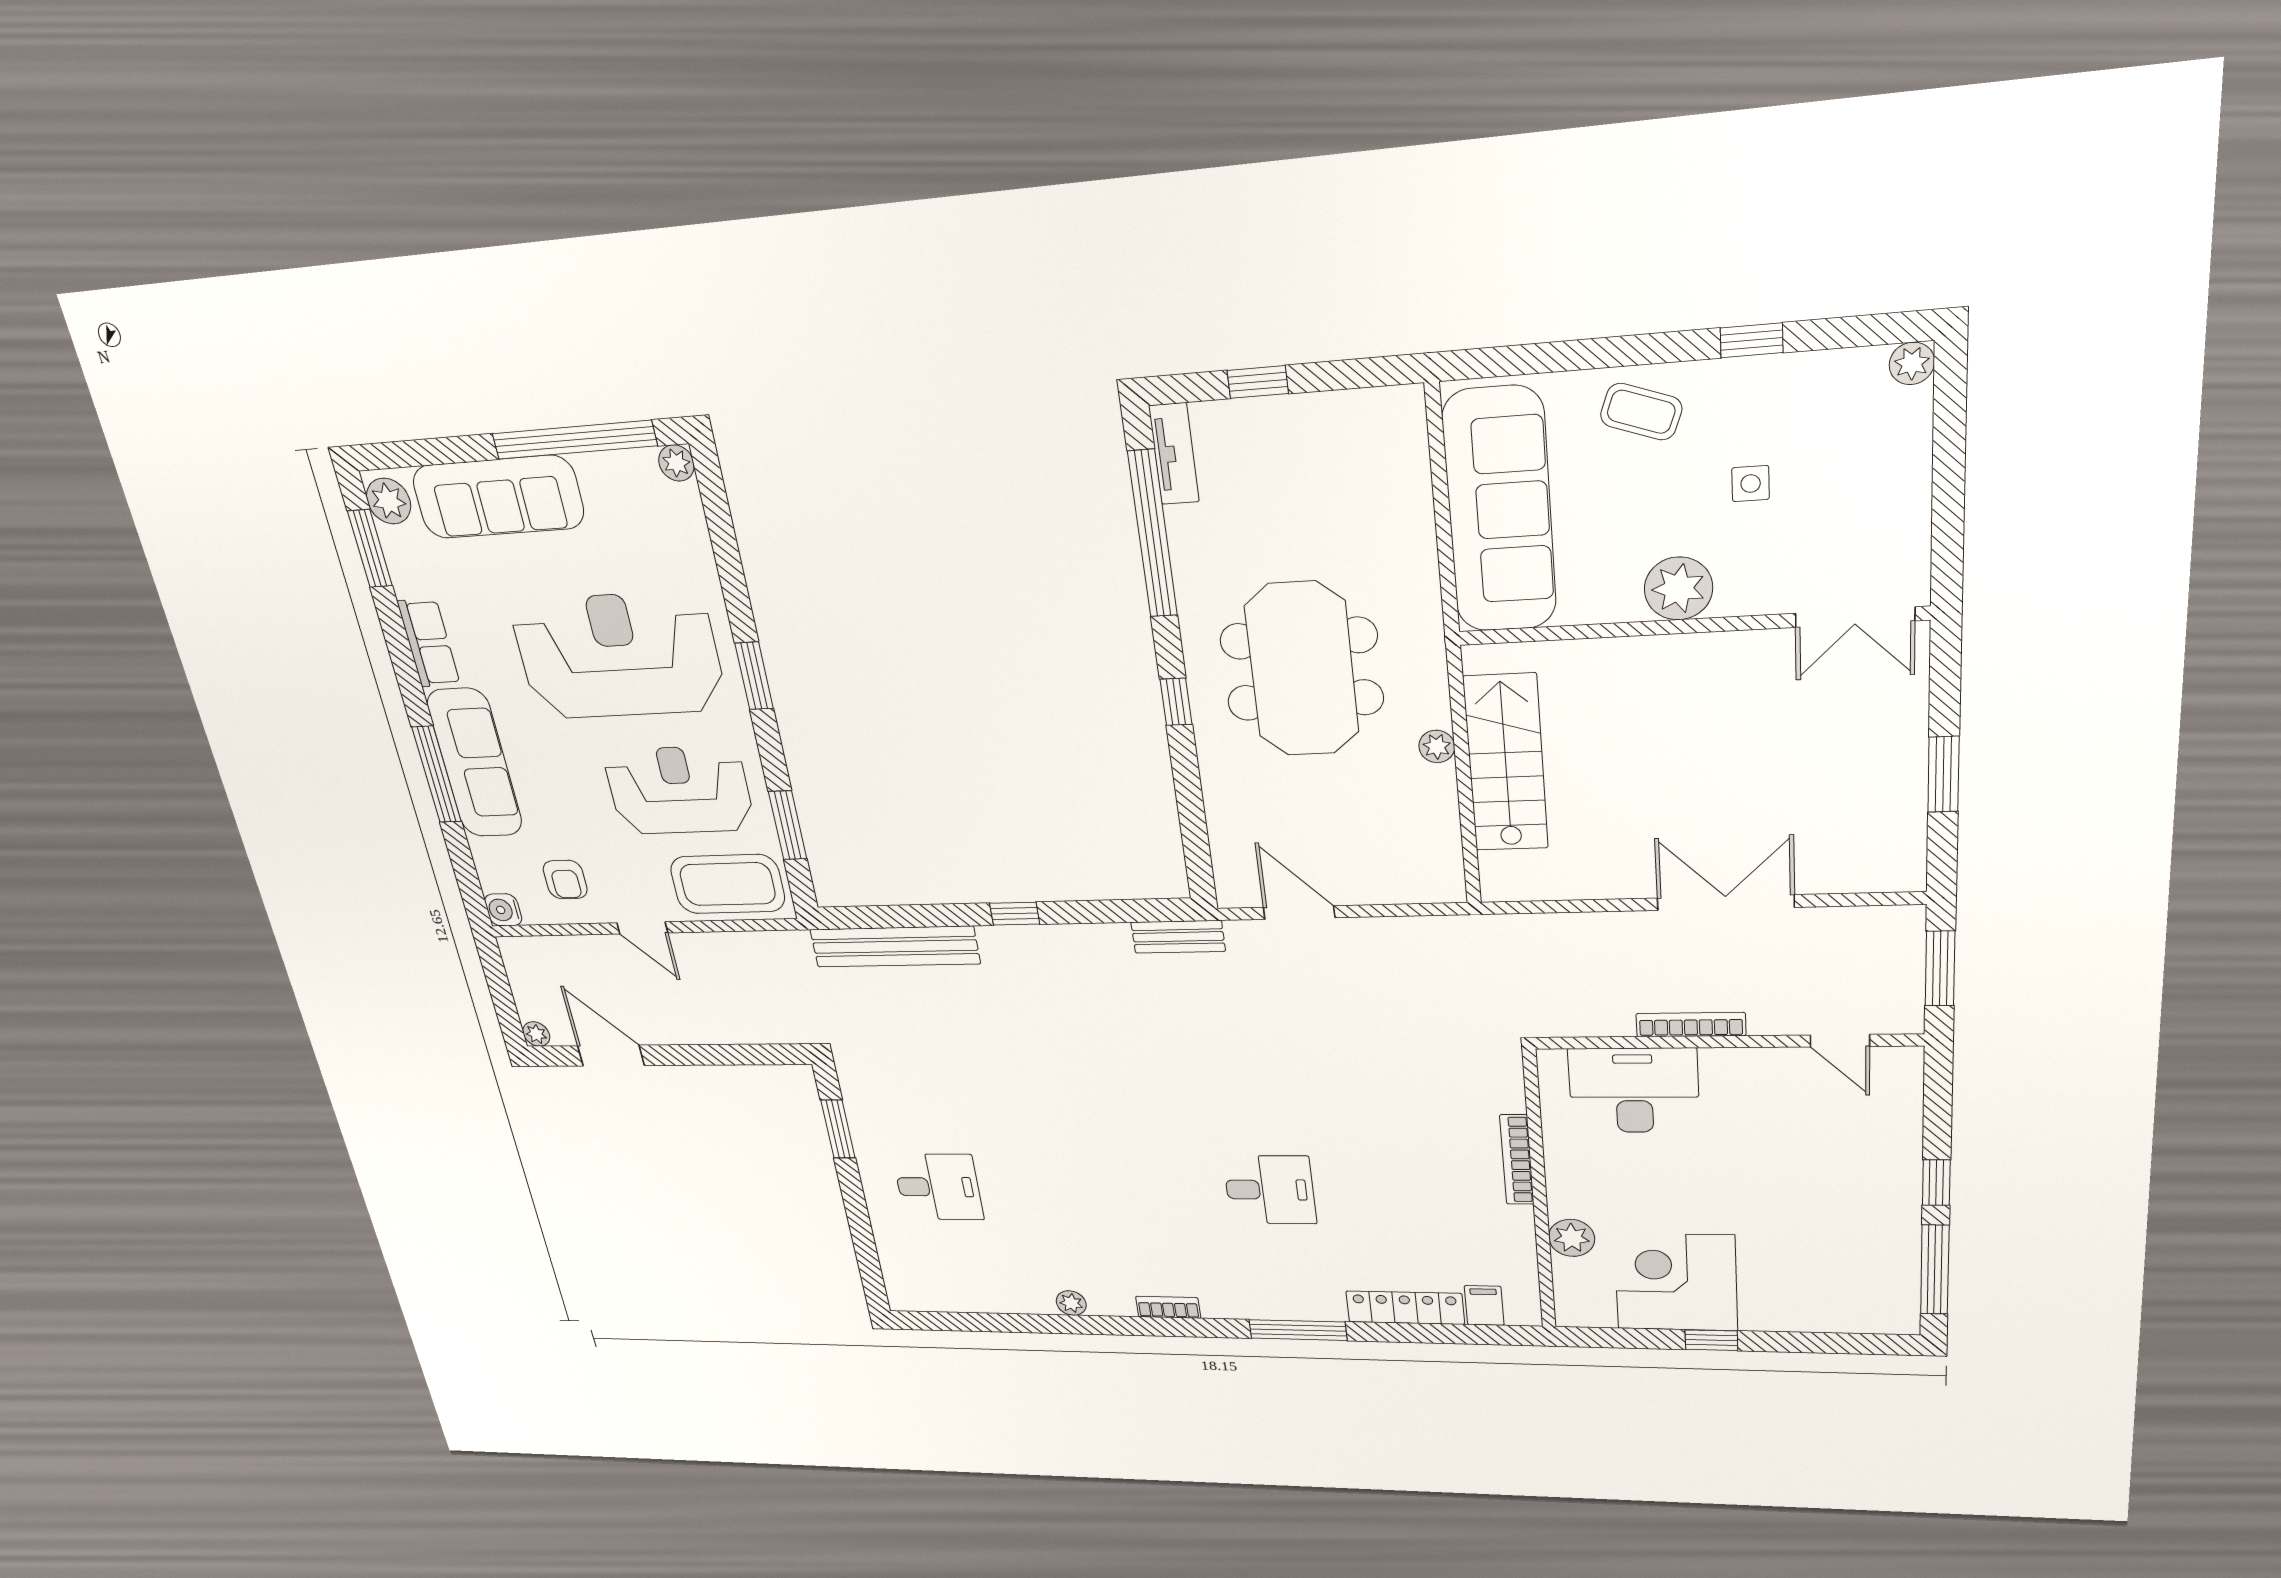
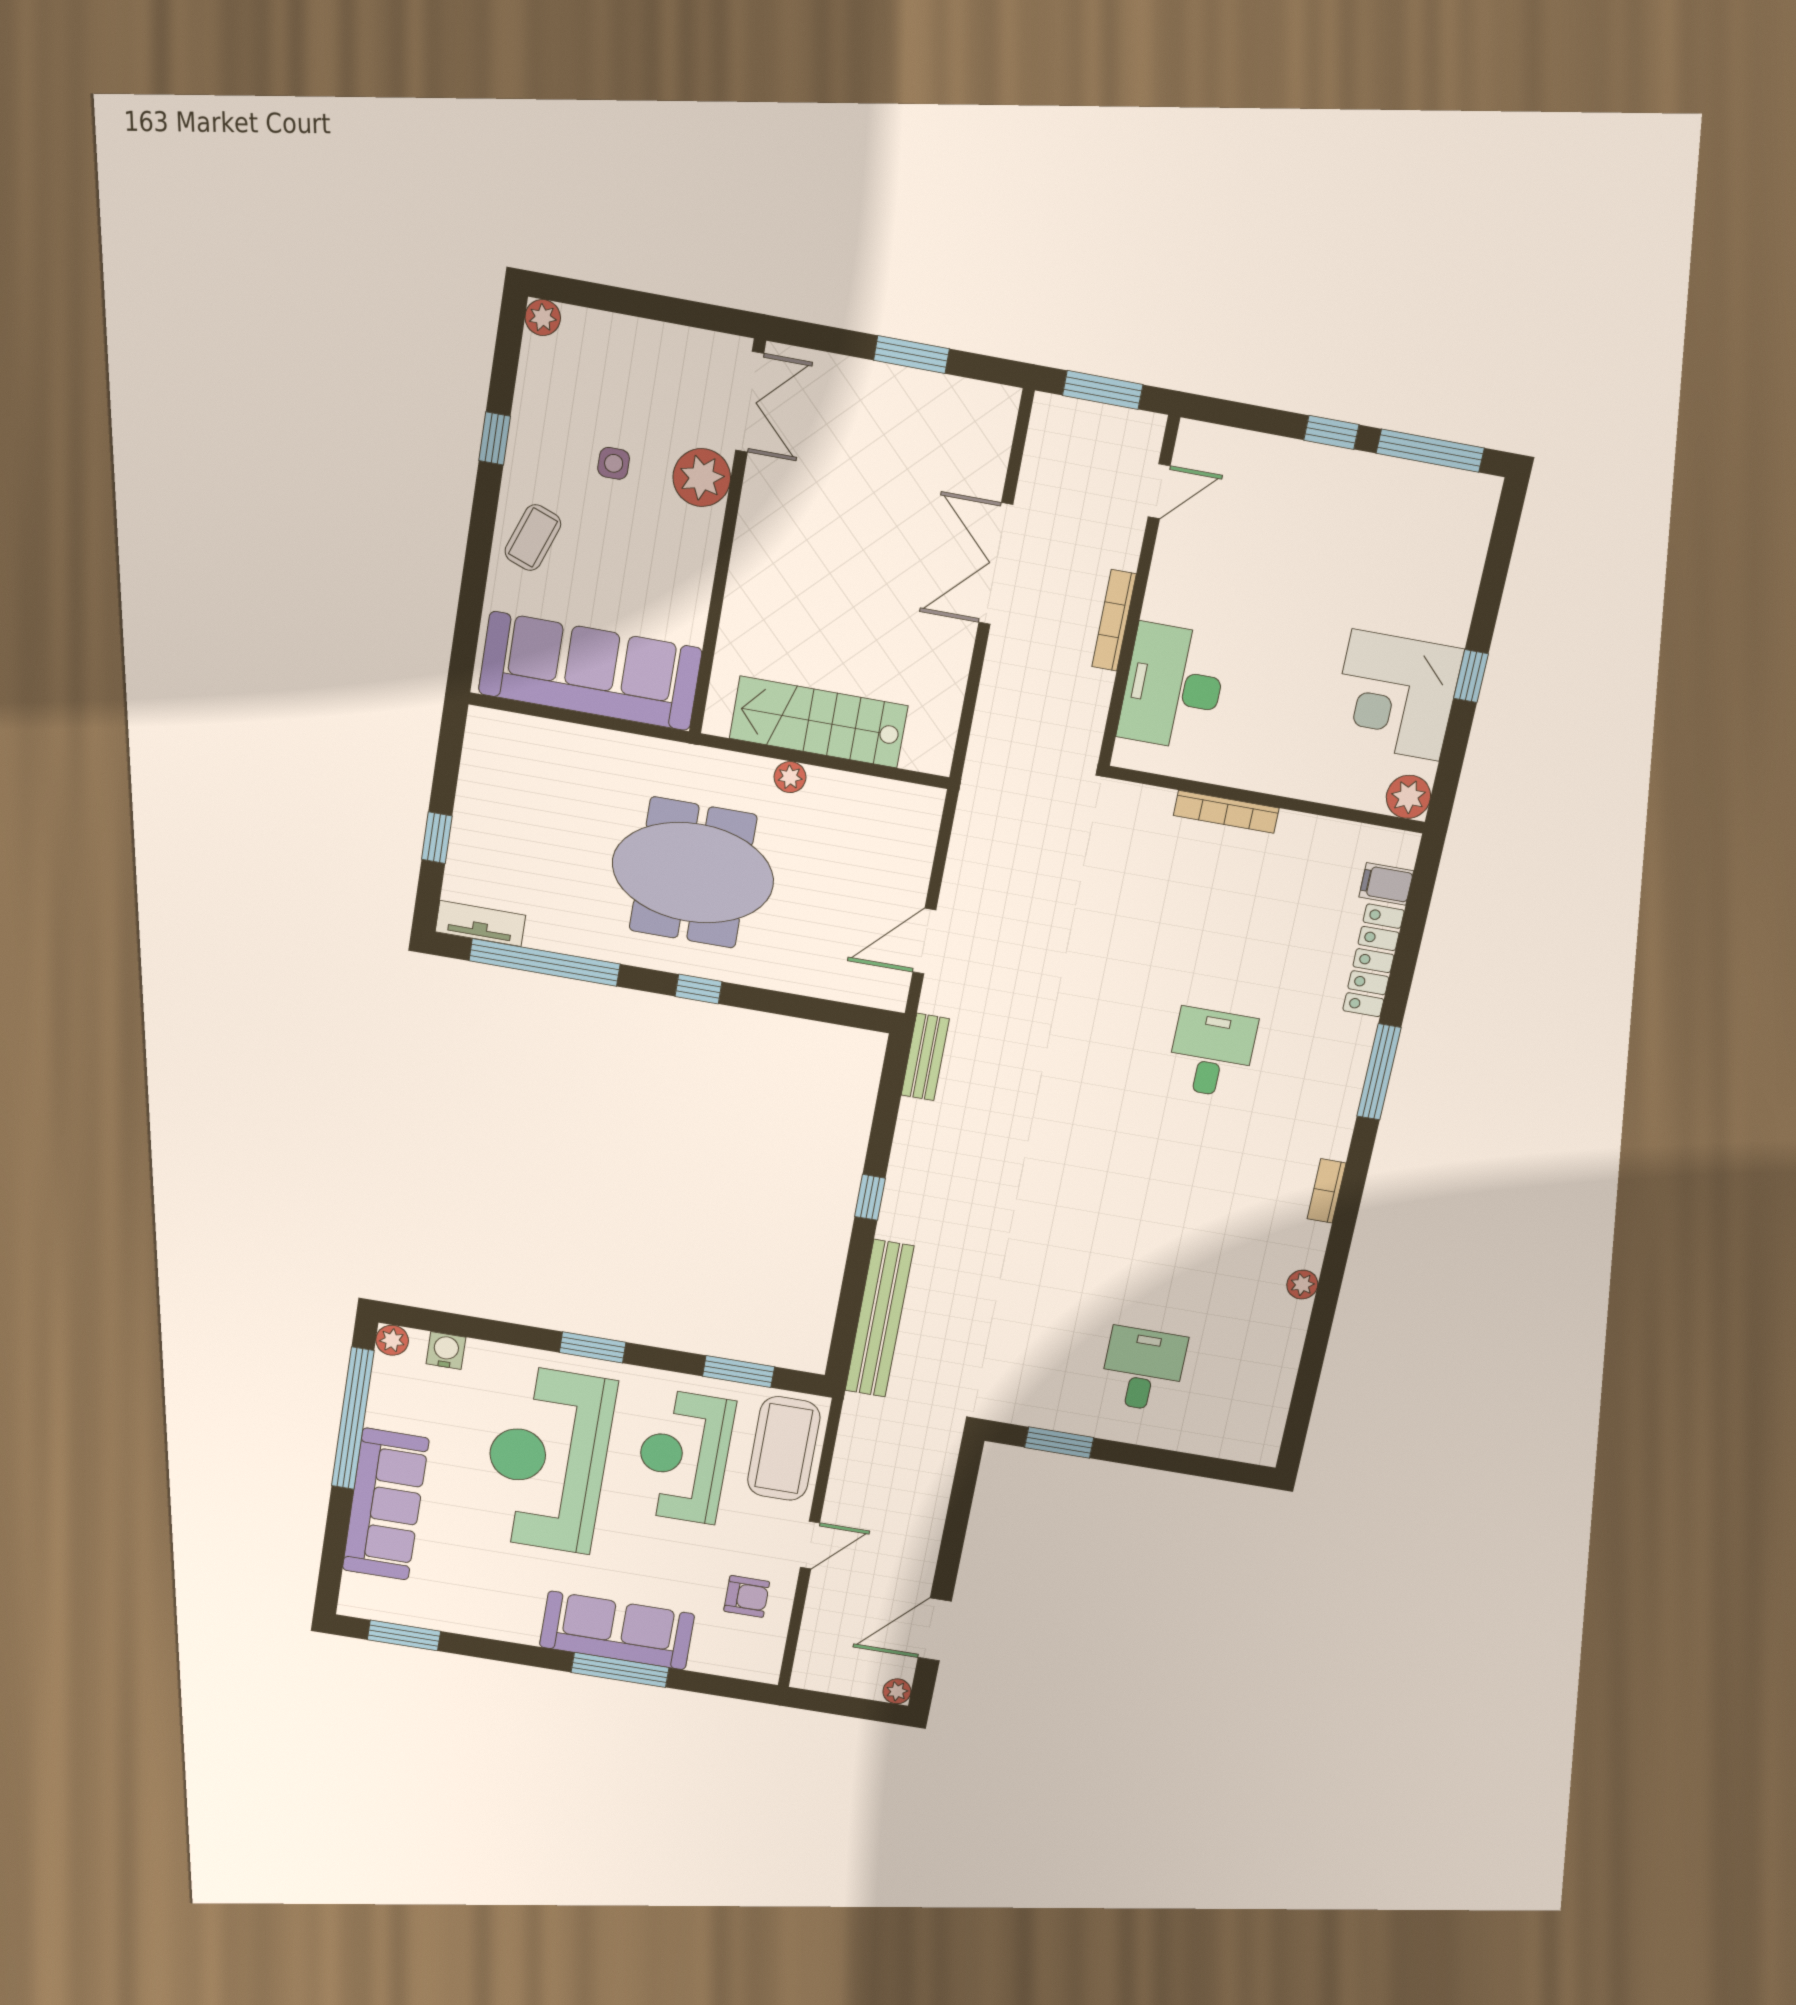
plant: (389, 501) -> (367, 1600), removed
plant: (1678, 588) -> (702, 478), moved
row of seats: (429, 643) -> (498, 1622), removed
water cooler: (503, 910) -> (446, 1351), moved, turned 180
plant: (1572, 1238) -> (1408, 797), moved

